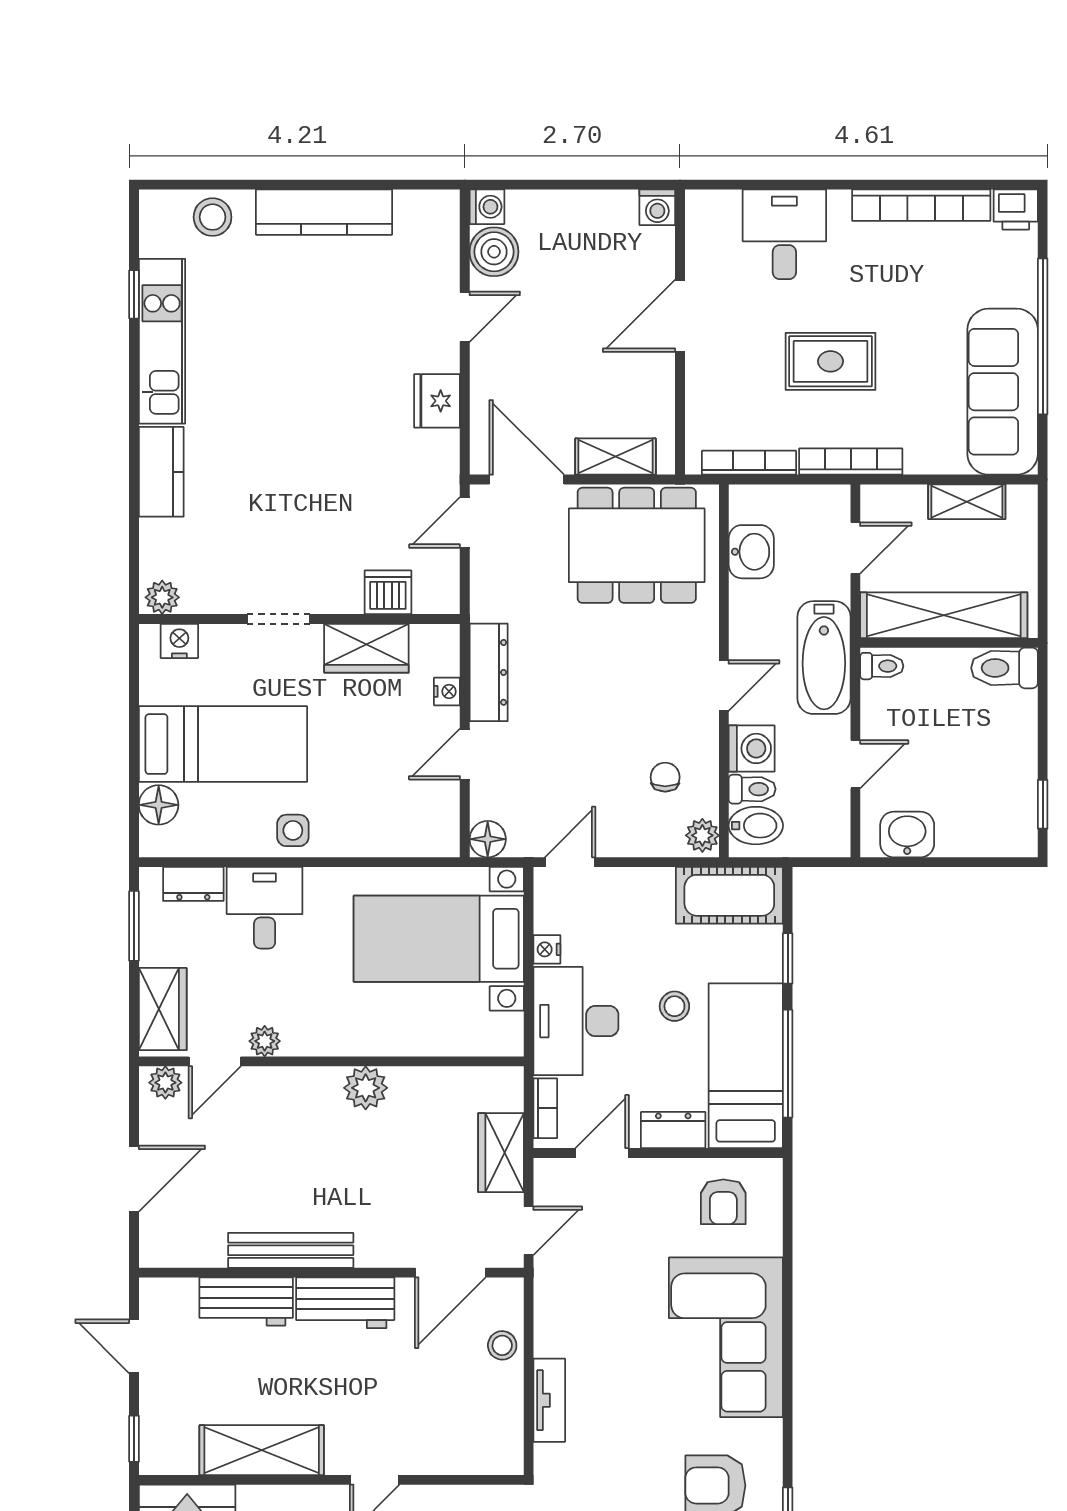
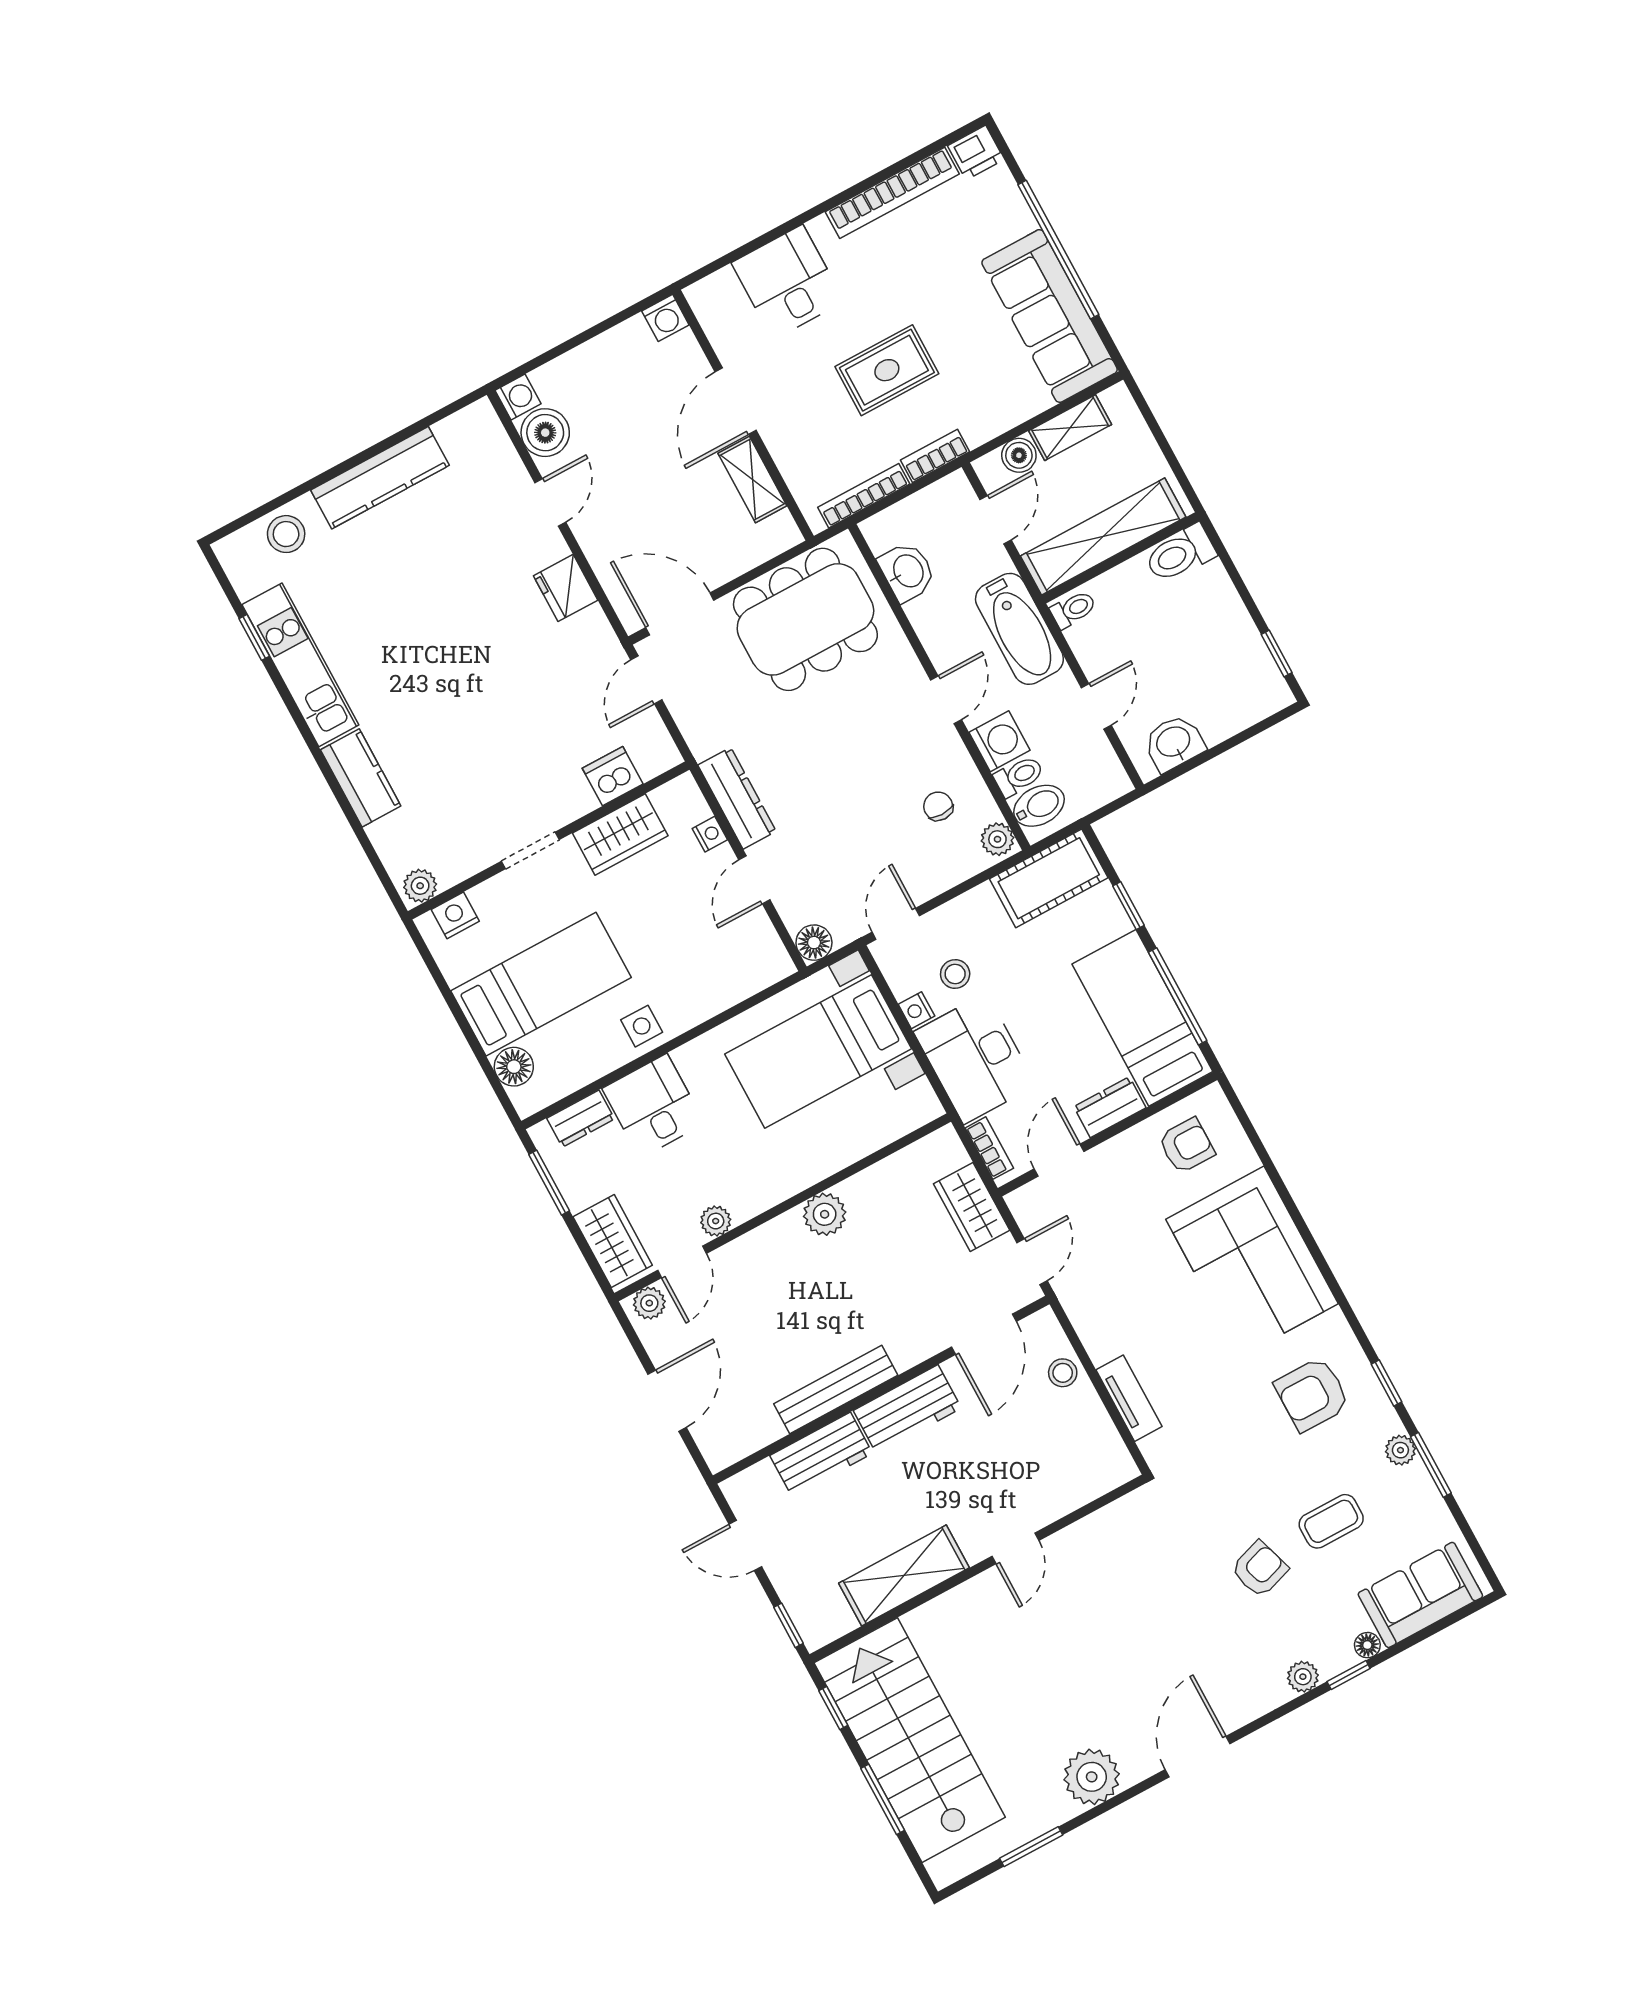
shelving: (615, 457) -> (752, 479), moved, turned 90
bookcase: (851, 462) -> (935, 456), width x0.64
boiler: (908, 502) -> (1019, 455), added
stool: (674, 1006) -> (955, 974), moved
armchair: (723, 1202) -> (1187, 1146), turned -90

